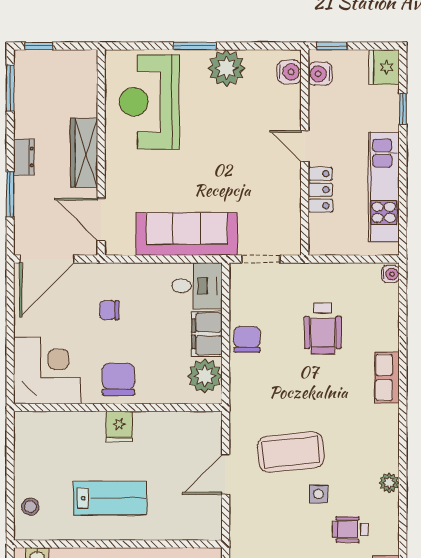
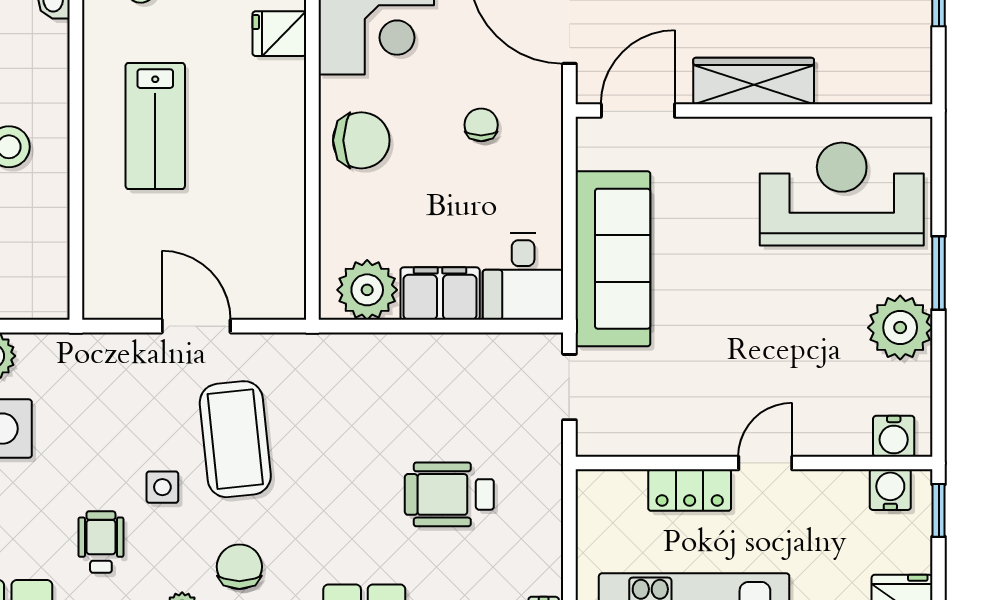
chair: (247, 339) -> (239, 567), moved, turned -90
fridge: (119, 427) -> (279, 34), moved

